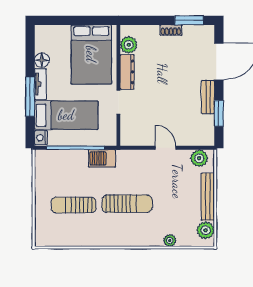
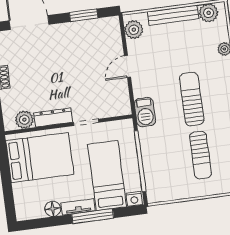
bench: (208, 97) -> (68, 29), removed
barbecue: (102, 158) -> (145, 112), moved

